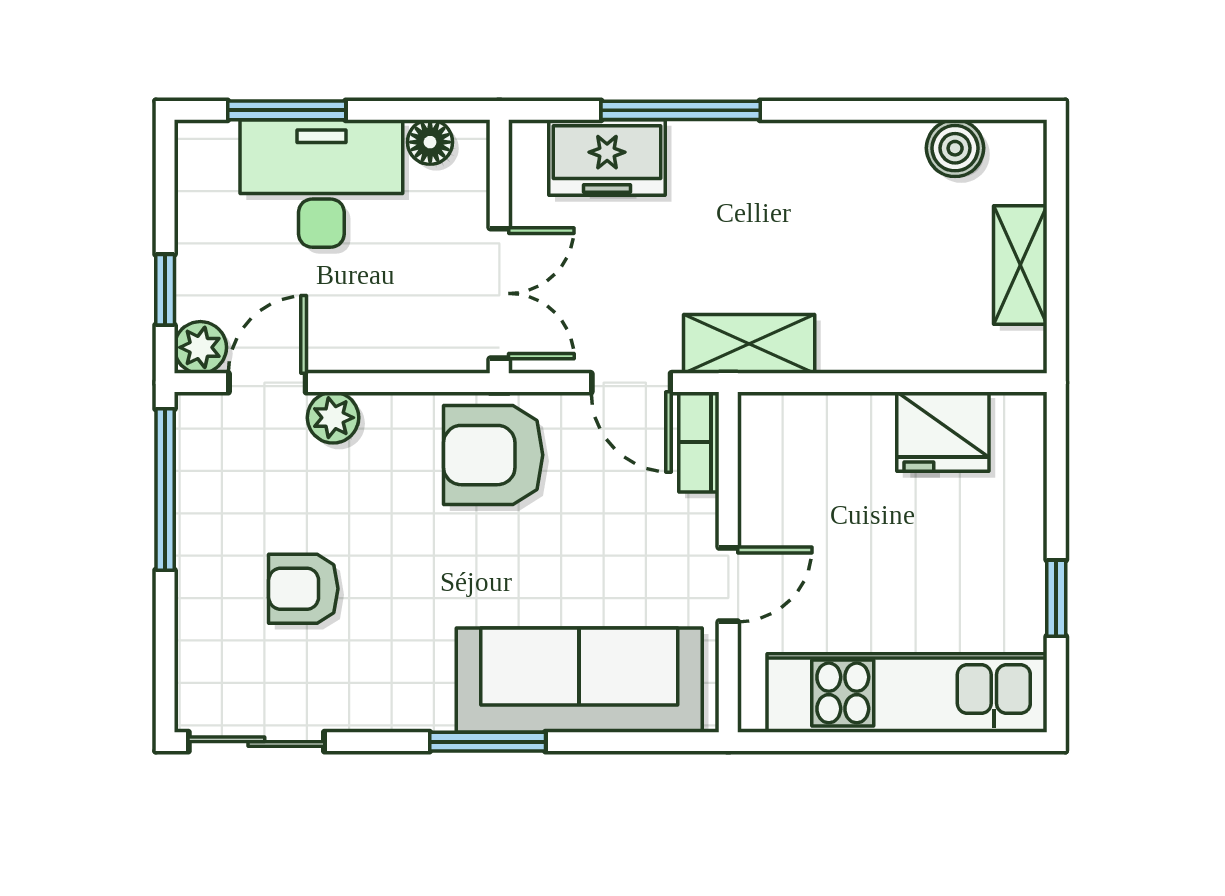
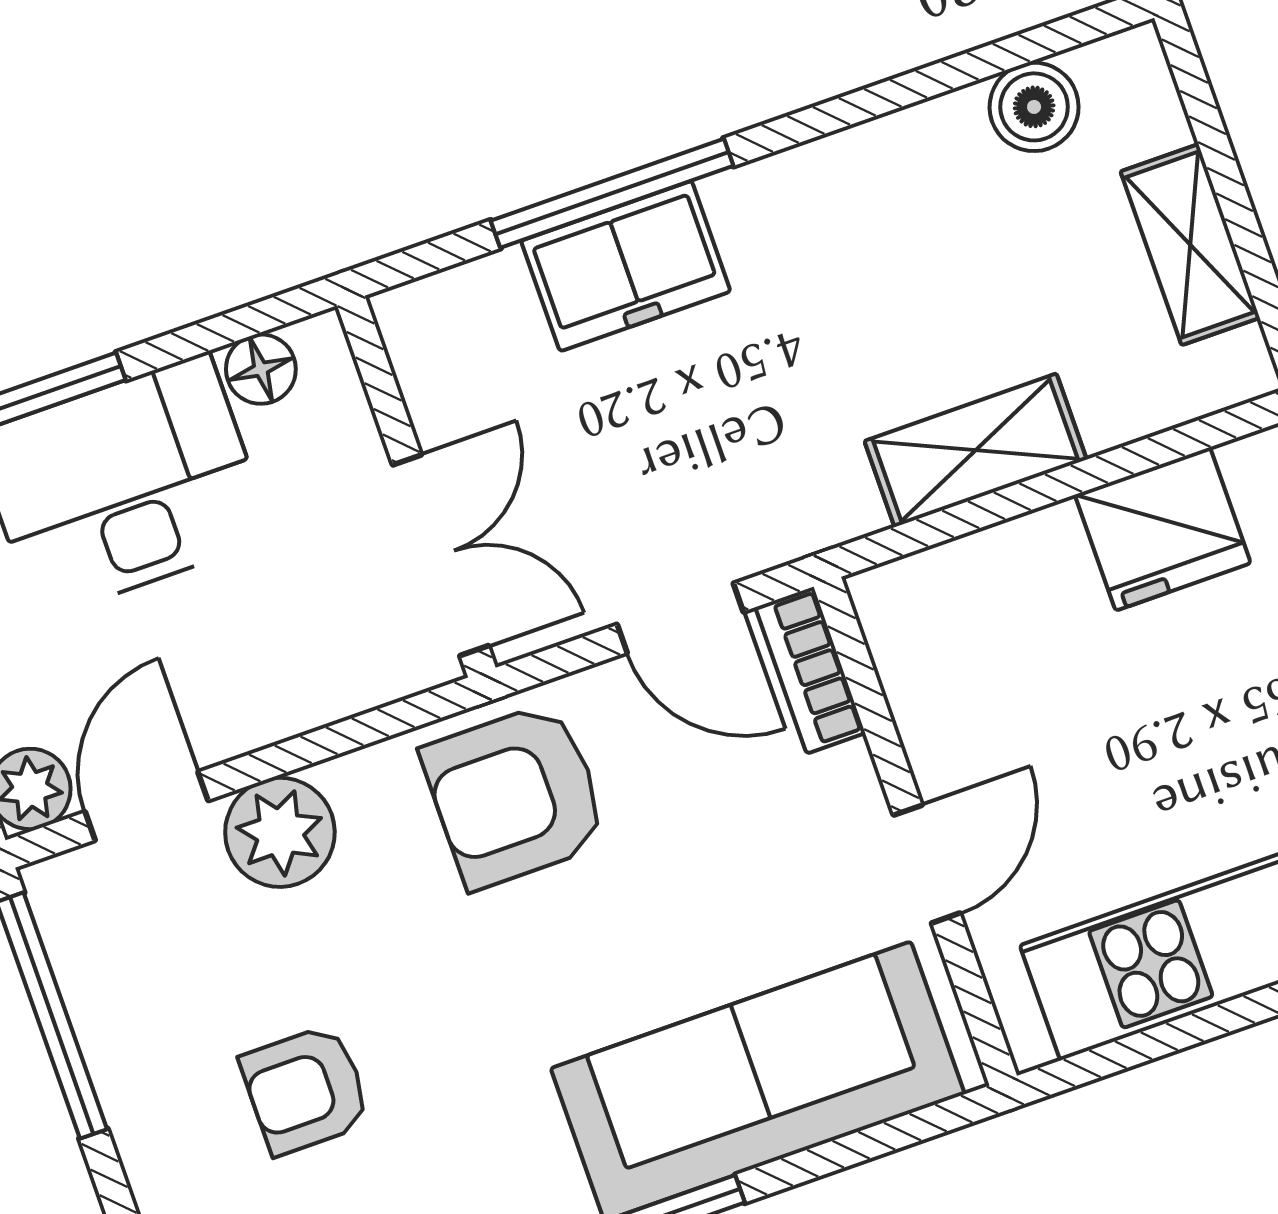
freezer: (607, 158) -> (626, 266), moved
shelving: (749, 344) -> (976, 450), moved
plant: (333, 418) -> (280, 832), width x1.38, depth x1.38

